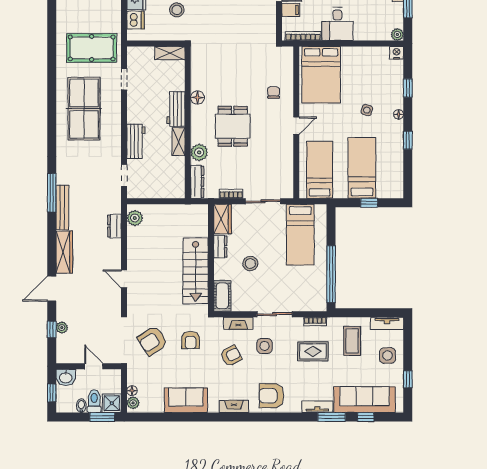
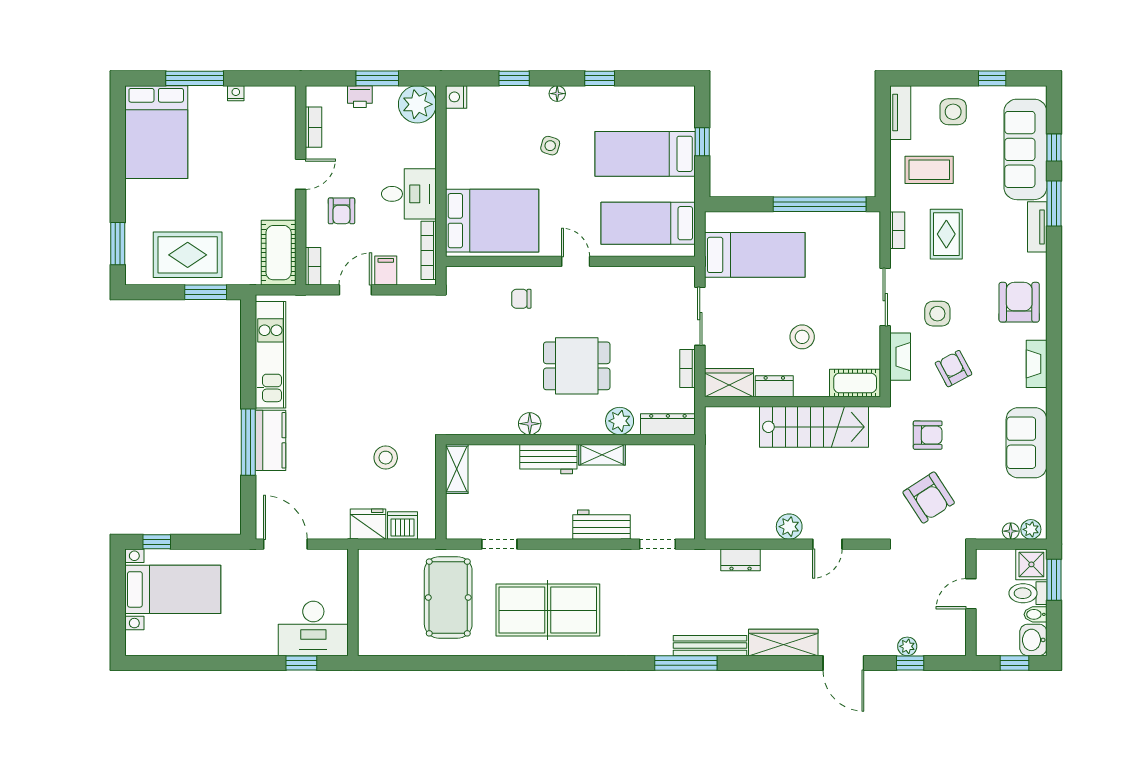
plant: (397, 34) -> (417, 104), width x1.88, depth x1.88
plant: (135, 218) -> (789, 527), moved
washbasin: (66, 377) -> (1033, 640), moved, turned 180
armchair: (271, 396) -> (1019, 302), turned 180

